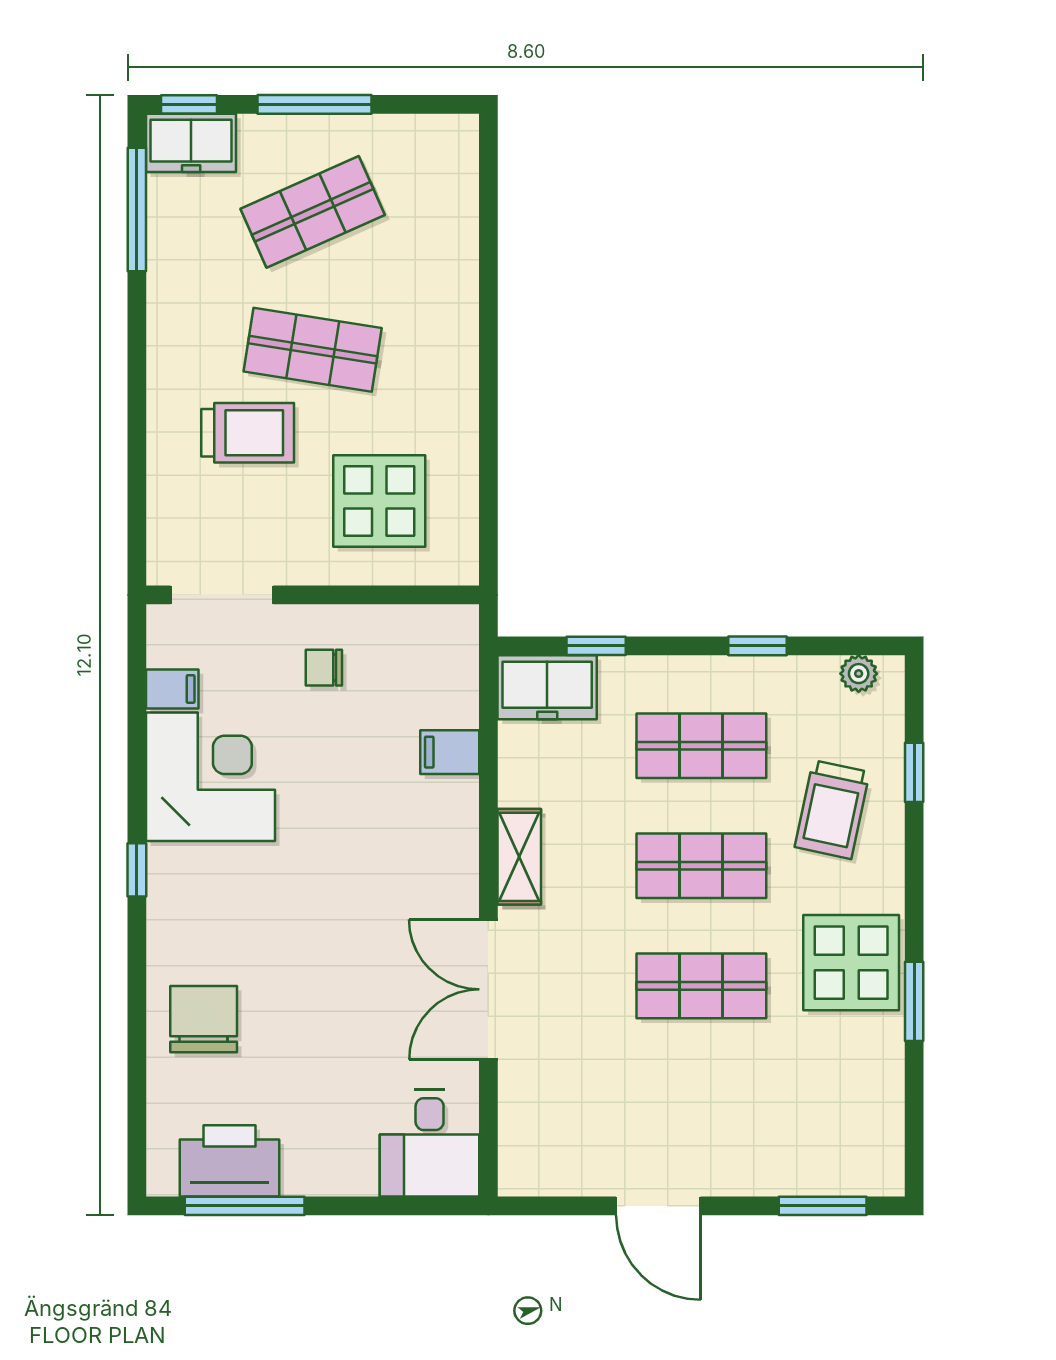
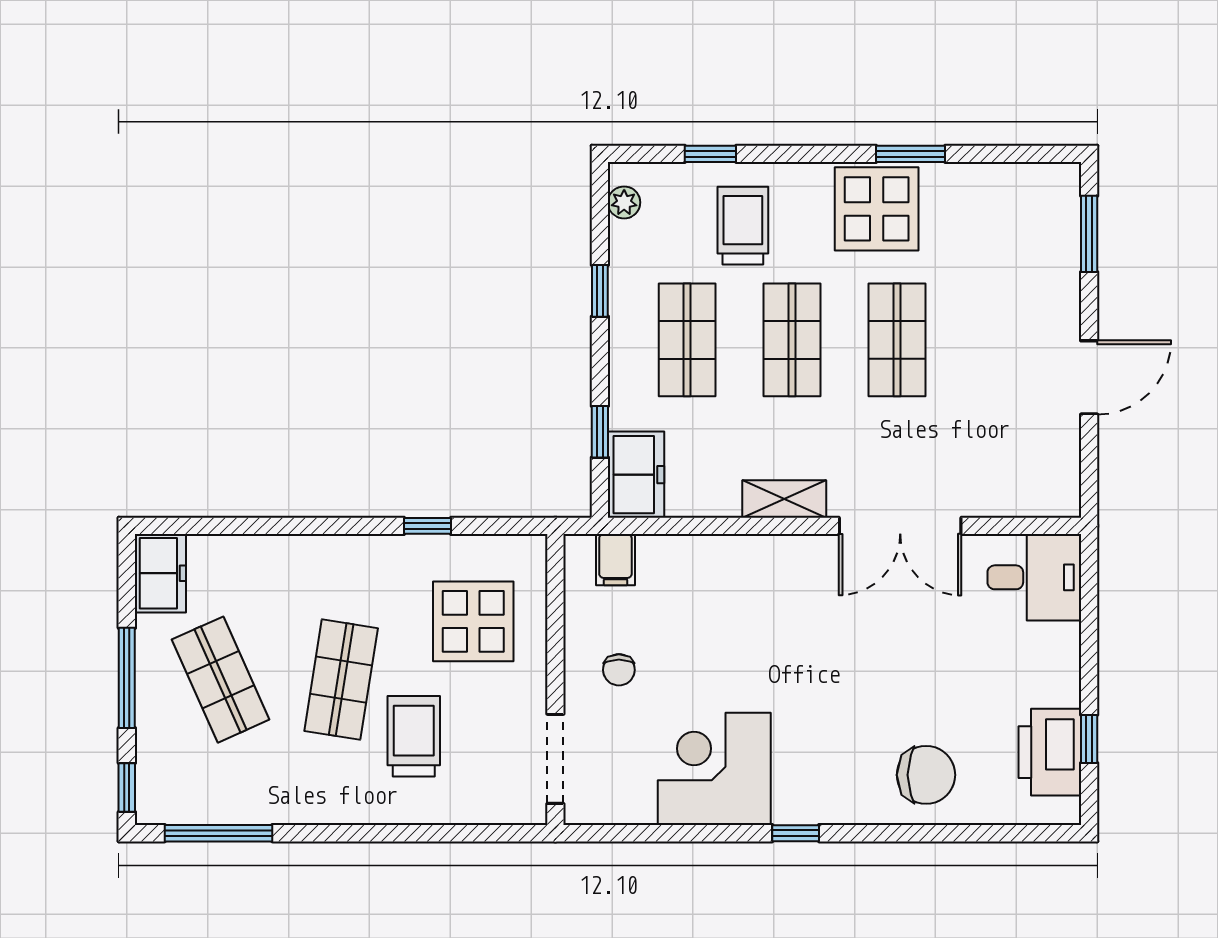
freezer: (191, 143) -> (160, 573), moved
window: (488, 449) -> (427, 526), added
filing cabinet: (172, 689) -> (638, 802), removed
filing cabinet: (450, 752) -> (615, 560), moved
trolley: (832, 810) -> (743, 226), turned -102
chair: (204, 1019) -> (926, 775), turned 180
window: (245, 1206) -> (1089, 739), width x0.46

